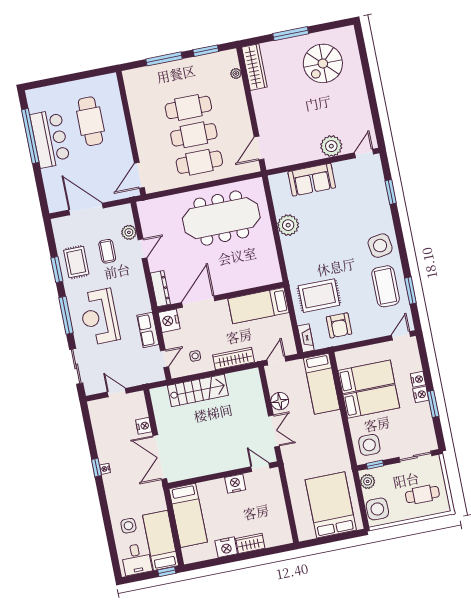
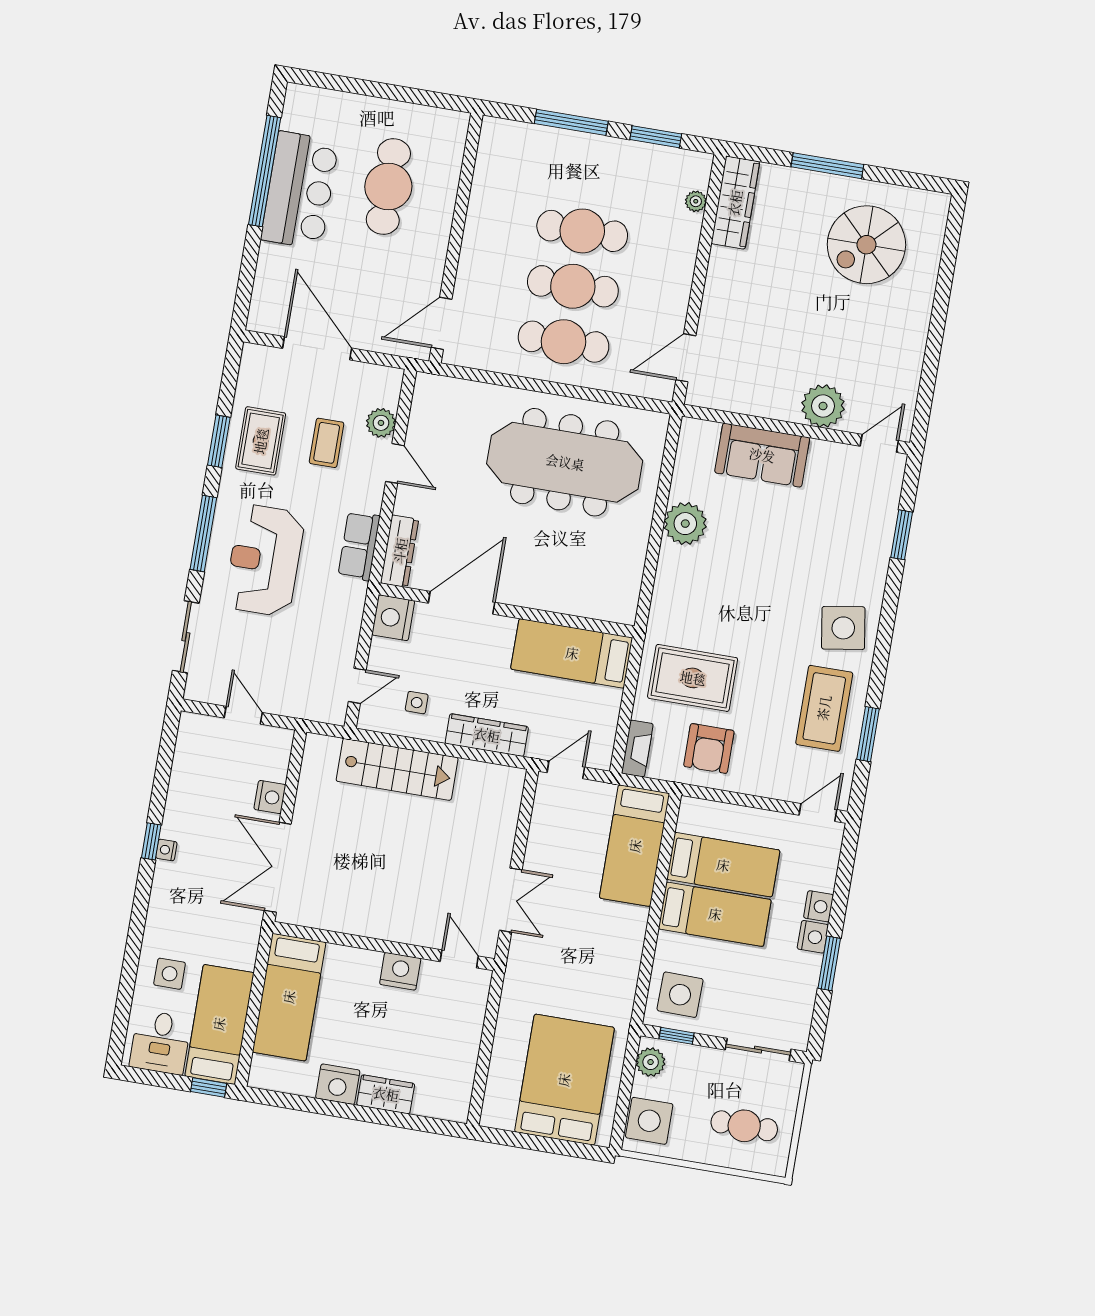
door: (143, 249) -> (395, 463), hinge flipped
row of seats: (148, 330) -> (359, 546), moved
floor lamp: (280, 401) -> (543, 848), removed

